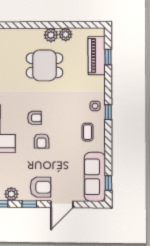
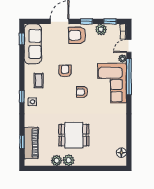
armchair: (42, 141) -> (65, 71), moved

